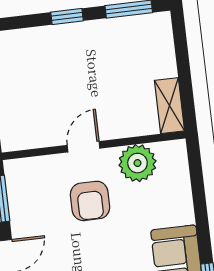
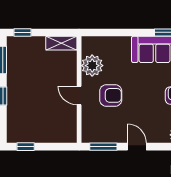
window: (180, 37) -> (23, 32), added

